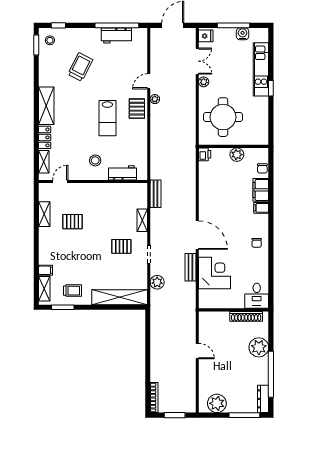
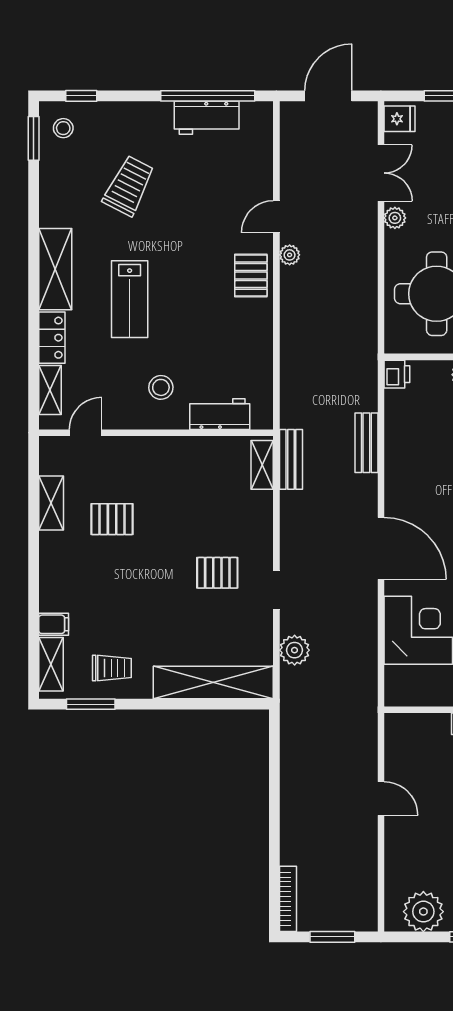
lab bench: (107, 118) -> (130, 299), moved
shelving: (142, 220) -> (262, 465), moved
bench: (190, 267) -> (366, 443), moved

